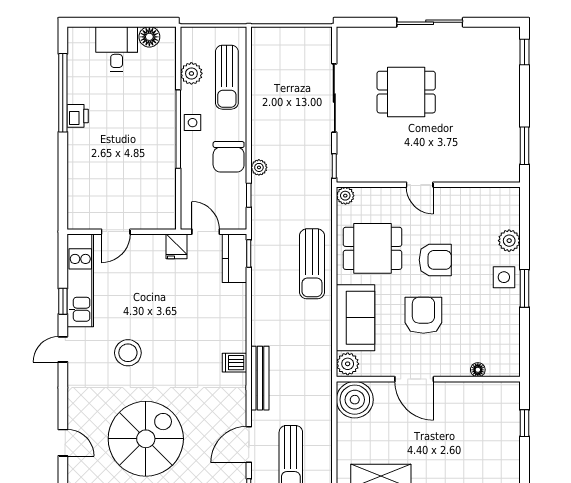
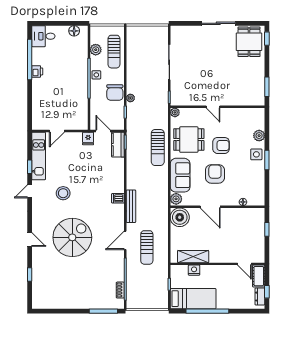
desk: (117, 49) -> (43, 36), moved, turned -90
dining table: (406, 92) -> (249, 42), moved, turned 90

